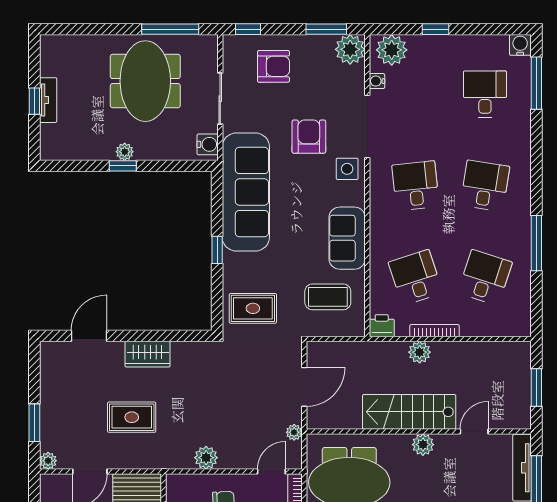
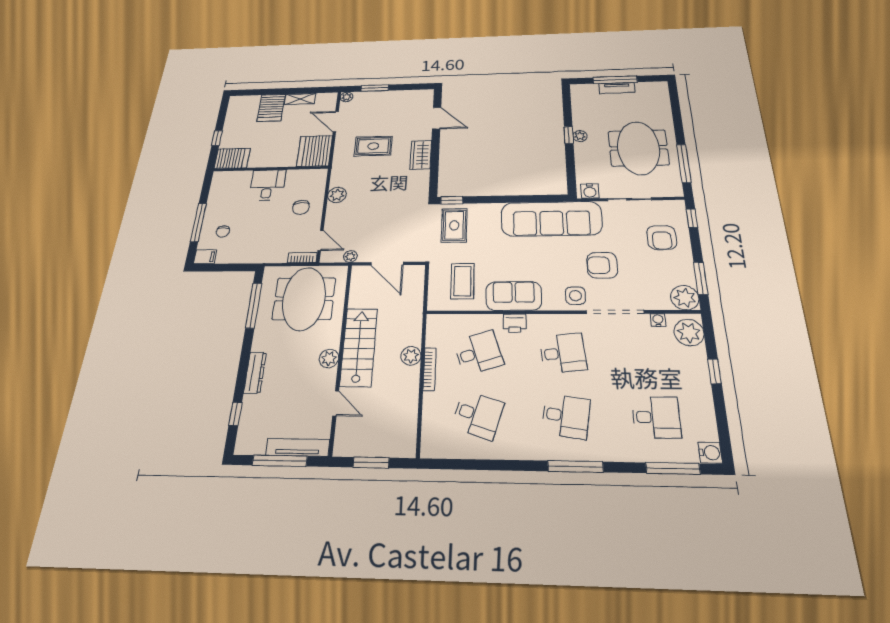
meeting table: (145, 81) -> (638, 148), turned 90
window: (34, 101) -> (615, 80), width x2.17
armchair: (309, 137) -> (602, 265), turned 180
window: (536, 243) -> (575, 466), moved
window: (217, 250) -> (452, 200), moved
printer: (382, 326) -> (515, 323), moved, turned 90
rug: (132, 417) -> (373, 146), turned 90

